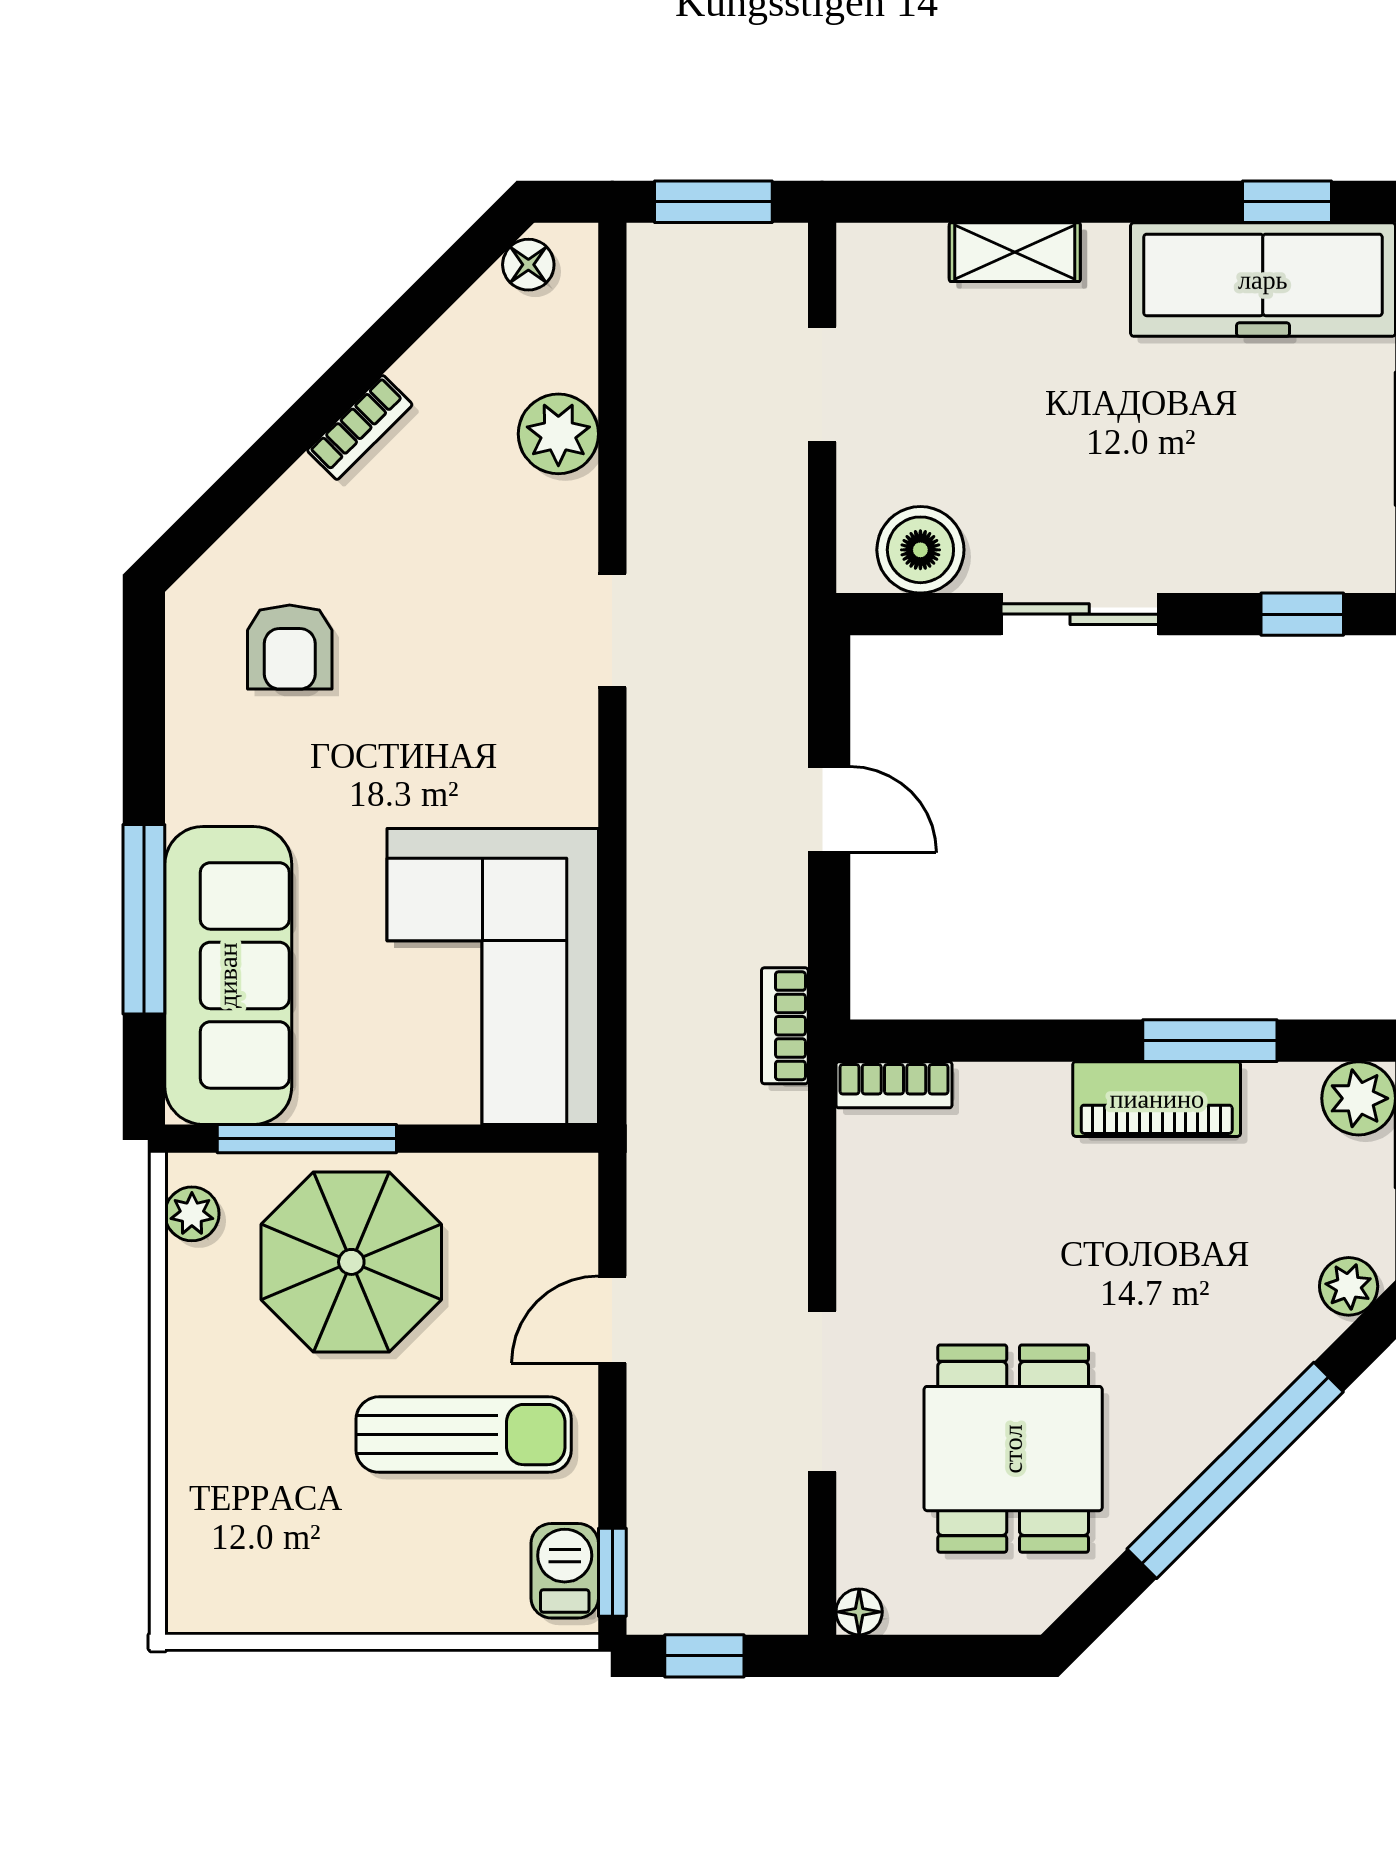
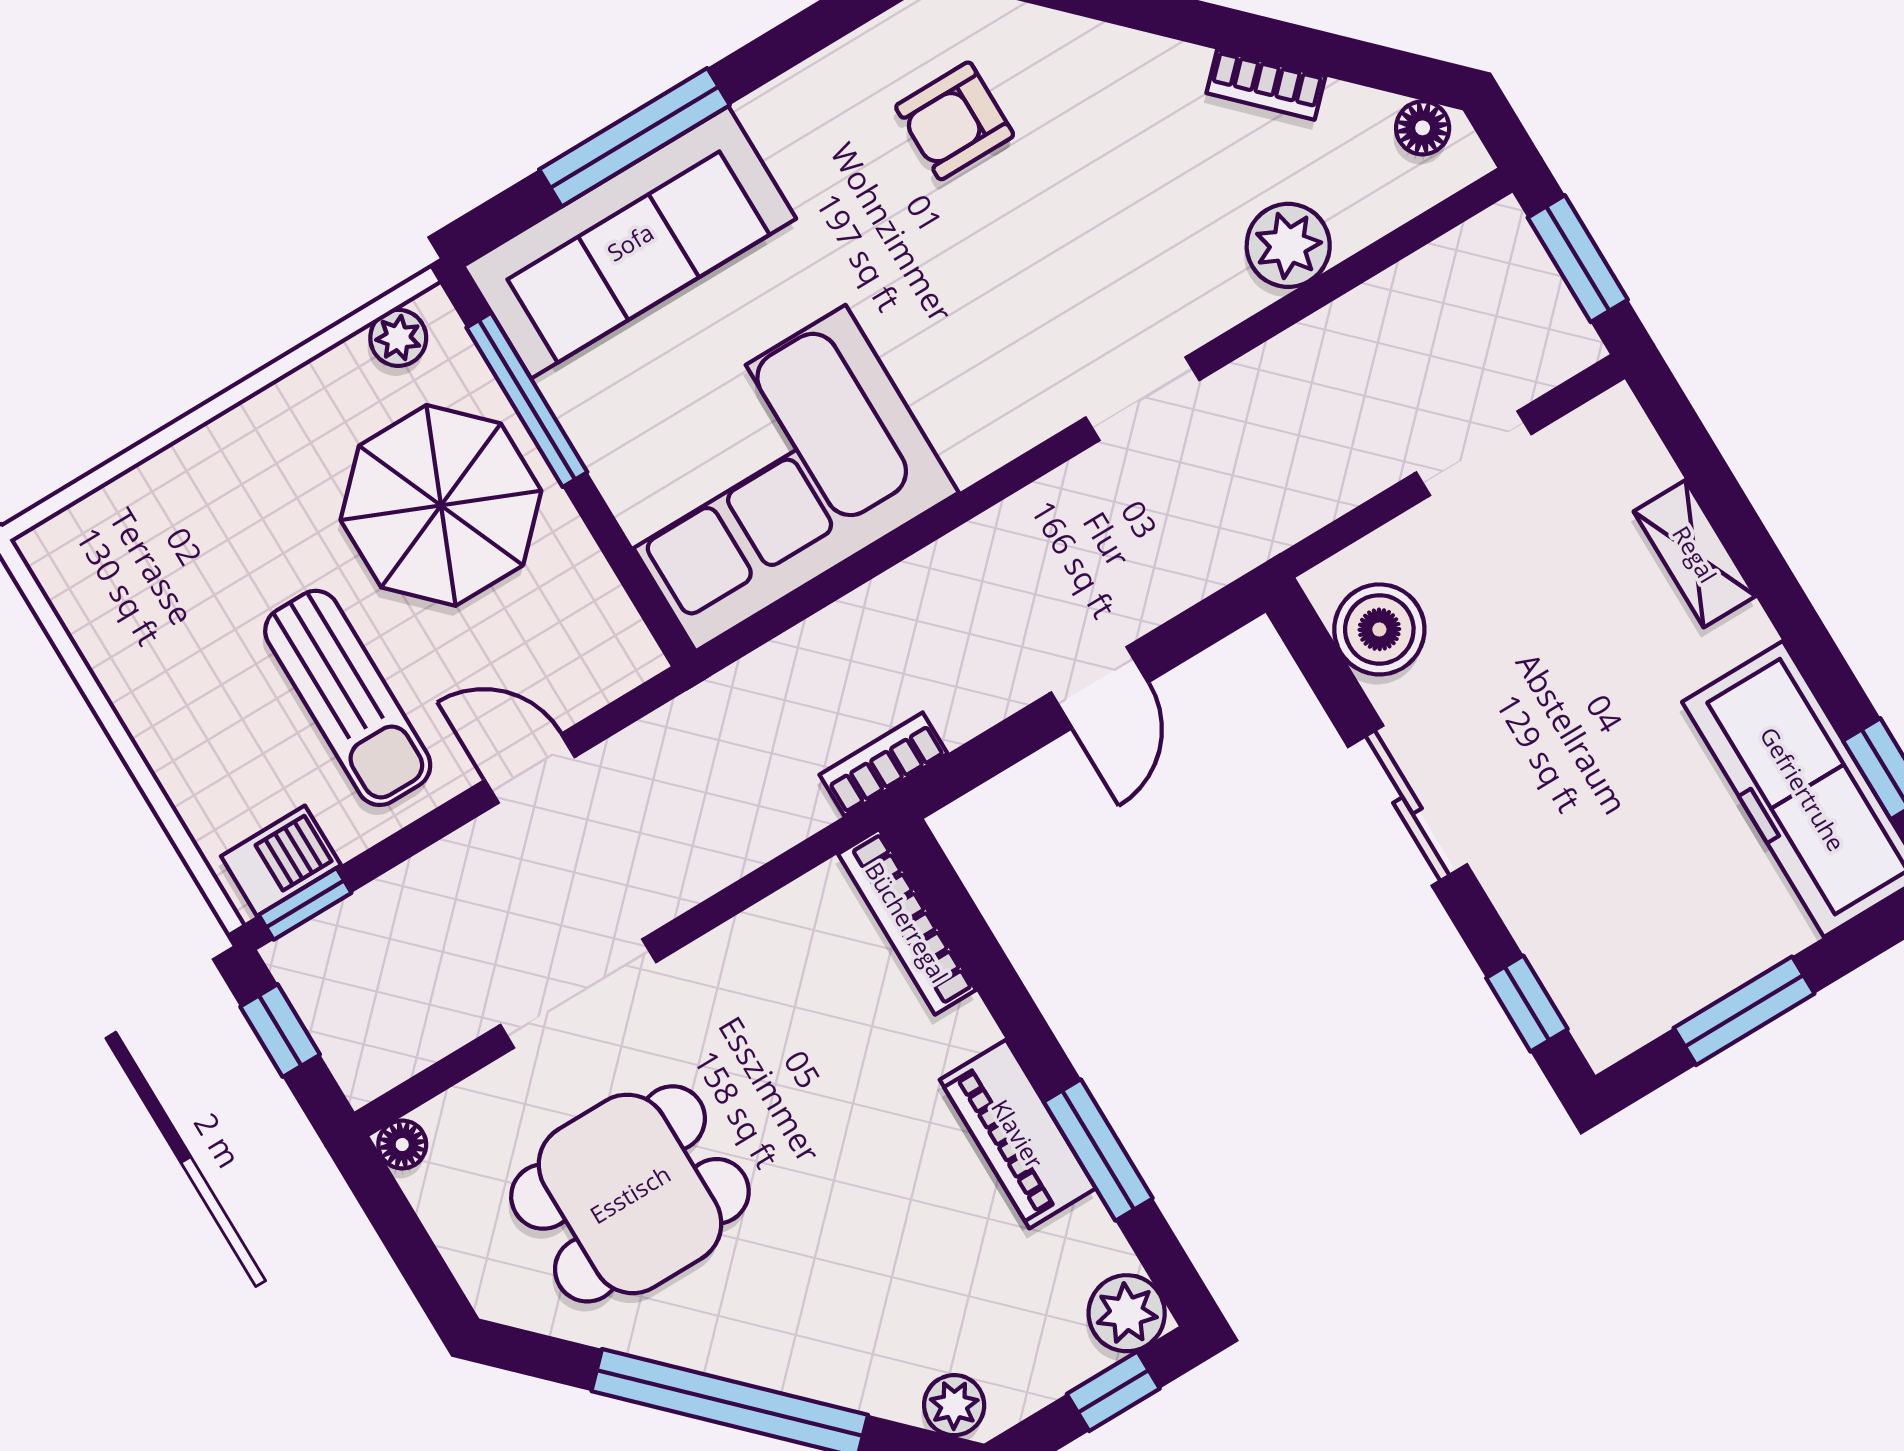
bookcase: (360, 427) -> (1266, 85), moved
bookcase: (894, 1085) -> (907, 922), width x1.56

